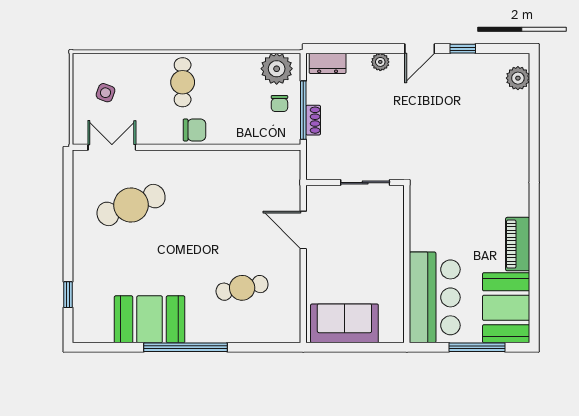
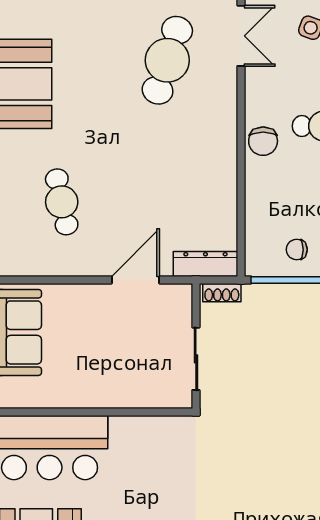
shoe rack: (313, 120) -> (222, 293), moved
dresser: (291, 175) -> (205, 264), added
cafe table: (131, 205) -> (167, 60), turned 39

